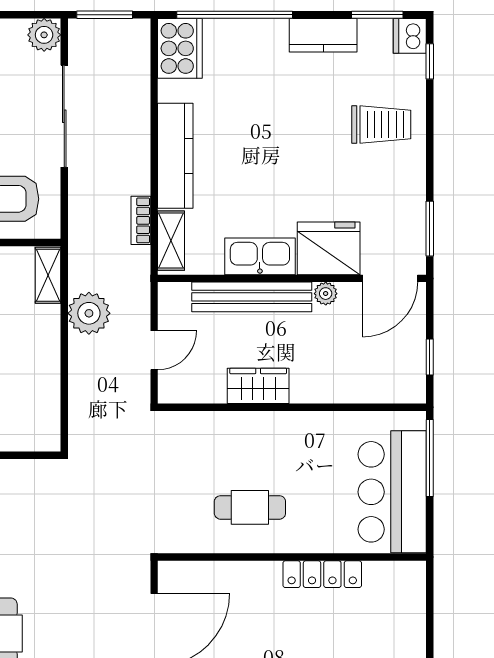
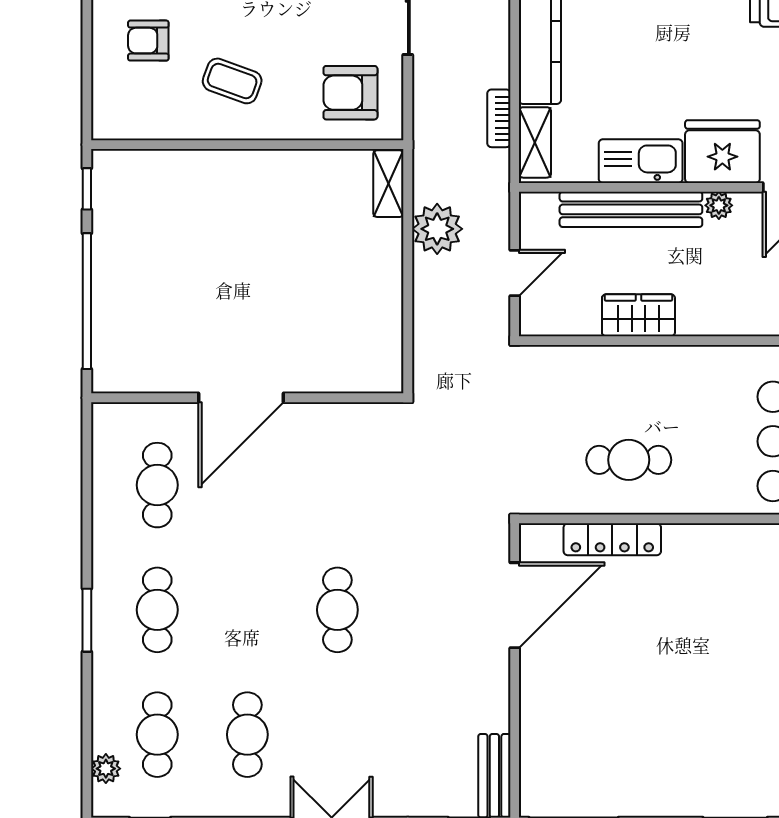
locker: (322, 574) -> (612, 539), moved

